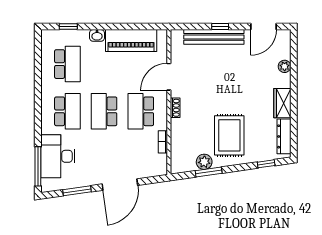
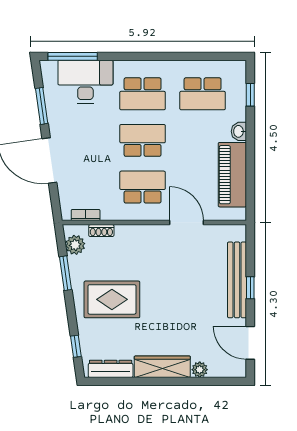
wardrobe: (282, 103) -> (162, 367), width x1.50
shoe rack: (175, 108) -> (101, 231), moved
bookcase: (163, 142) -> (86, 215), moved
plant: (204, 162) -> (75, 245), moved

